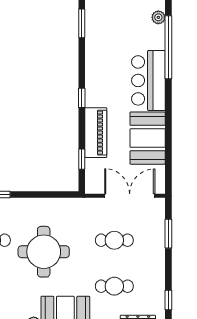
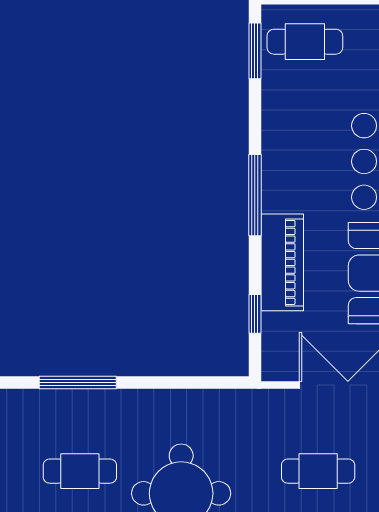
cafe table: (108, 19) -> (305, 42), added
window: (82, 98) -> (255, 195), width x2.17

